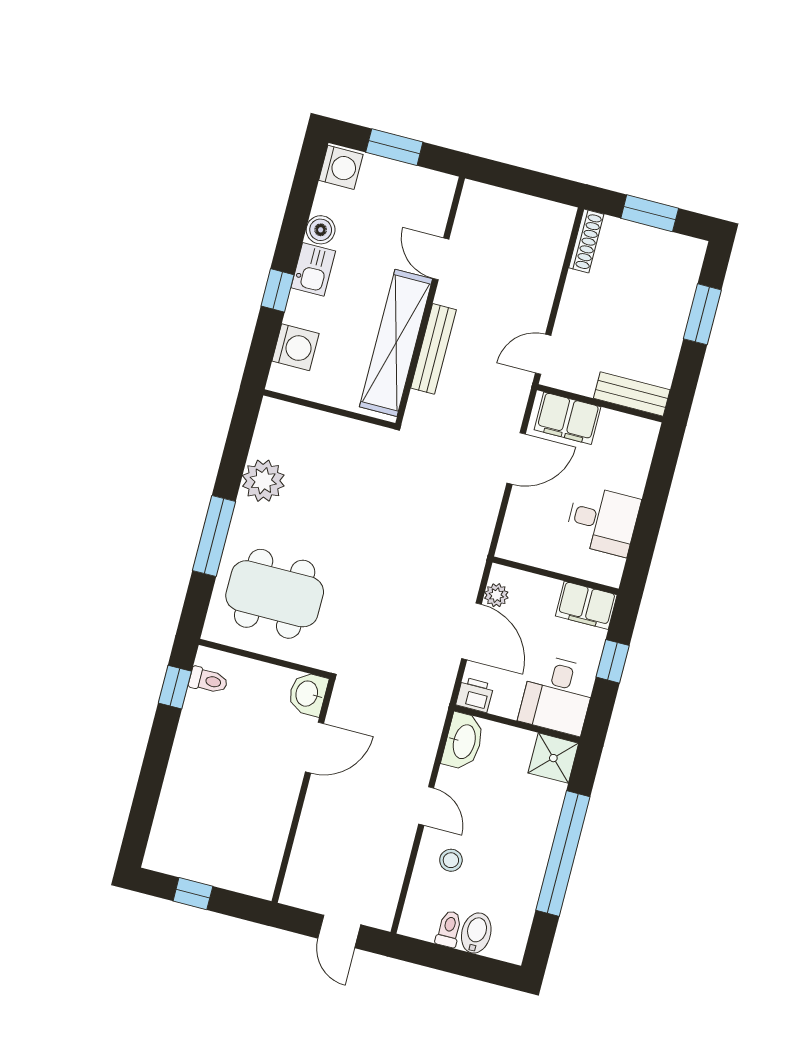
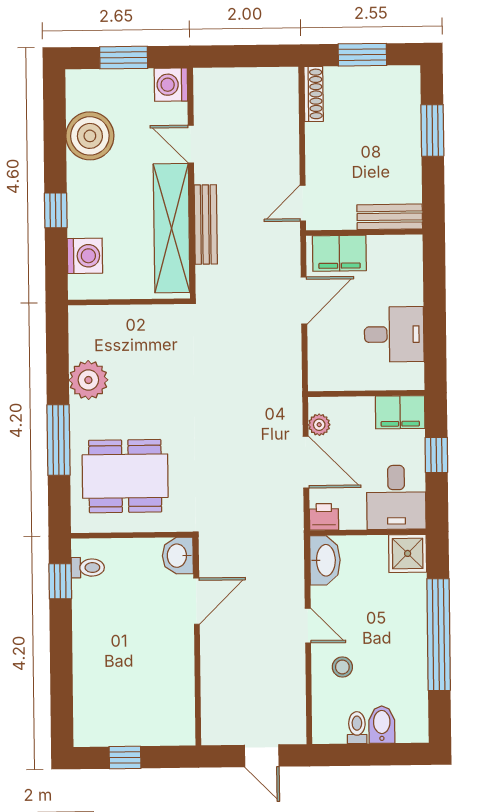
washing machine: (341, 167) -> (171, 85), moved, turned 180
boiler: (321, 230) -> (90, 136), width x1.86, depth x1.86
kitchen sink: (313, 269) -> (82, 184), removed

